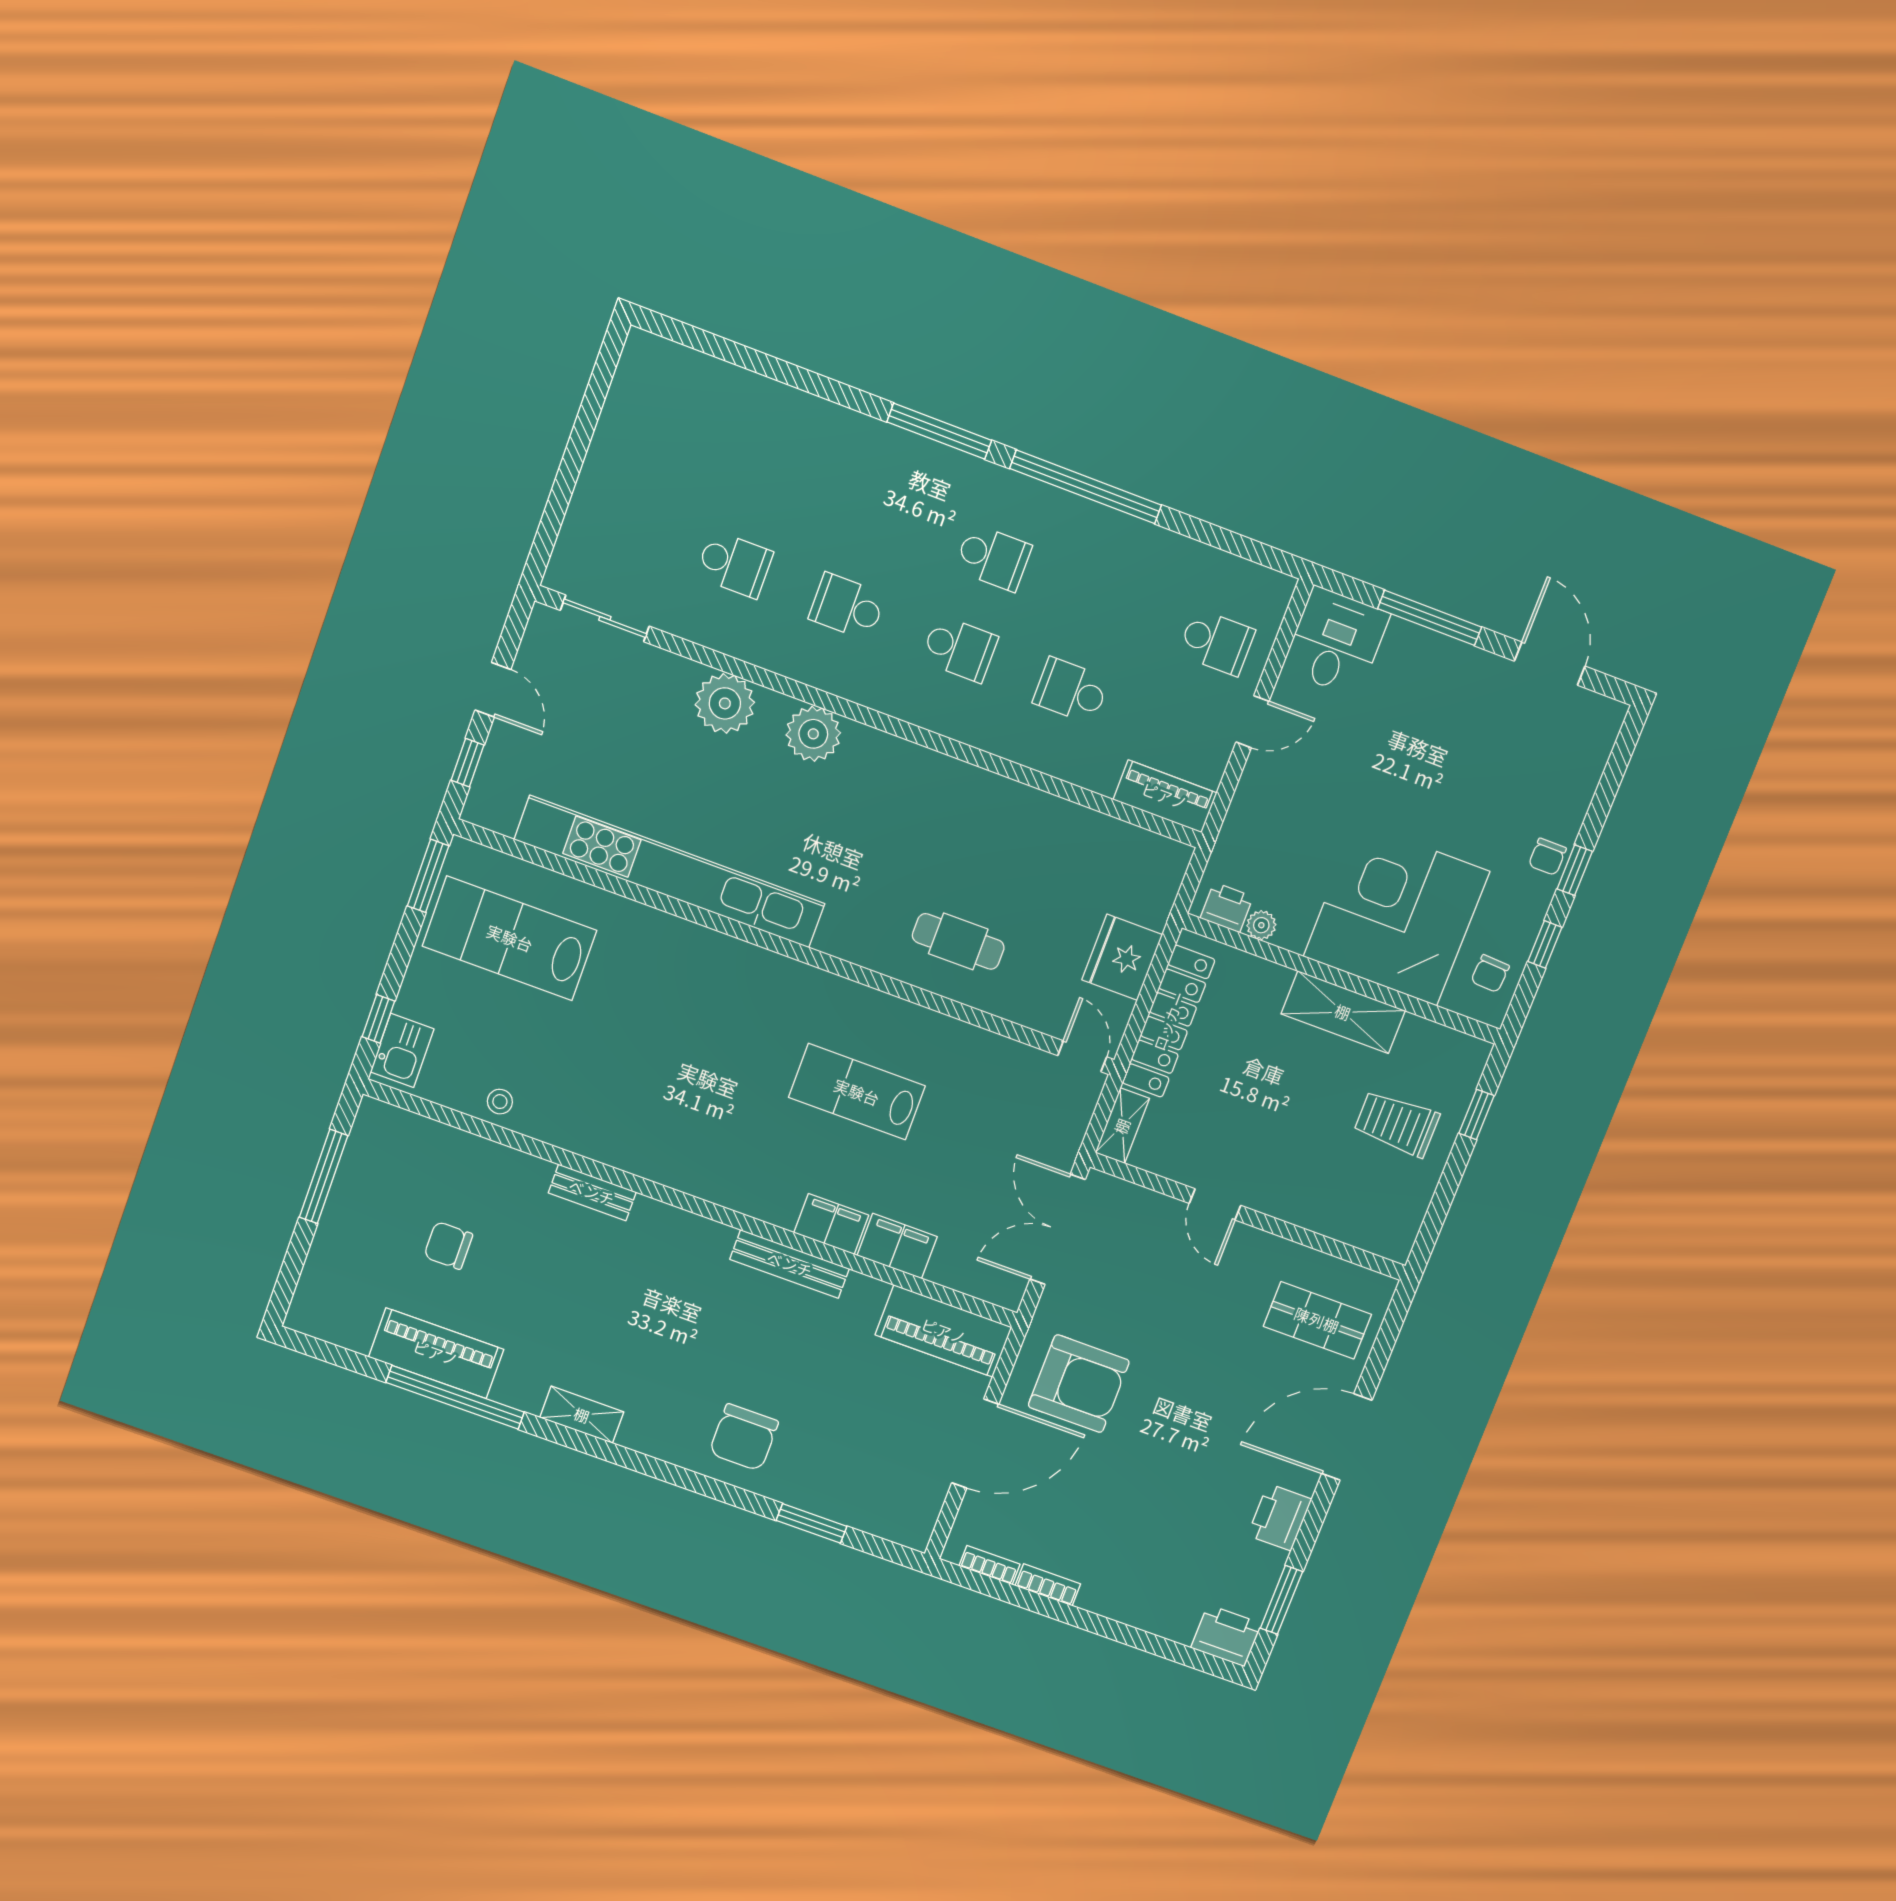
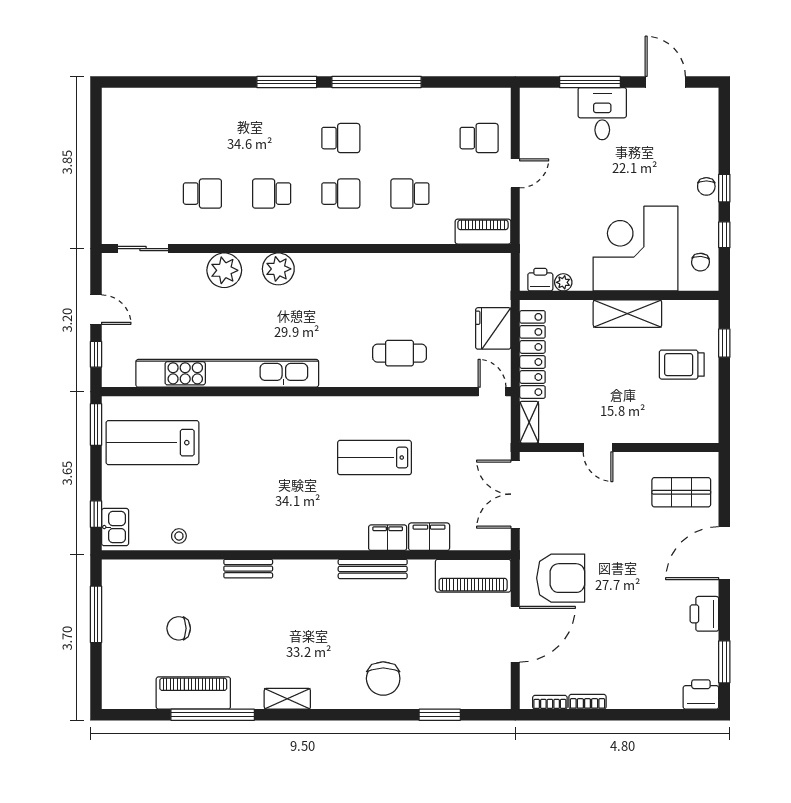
desk: (1336, 642) -> (602, 114), moved

